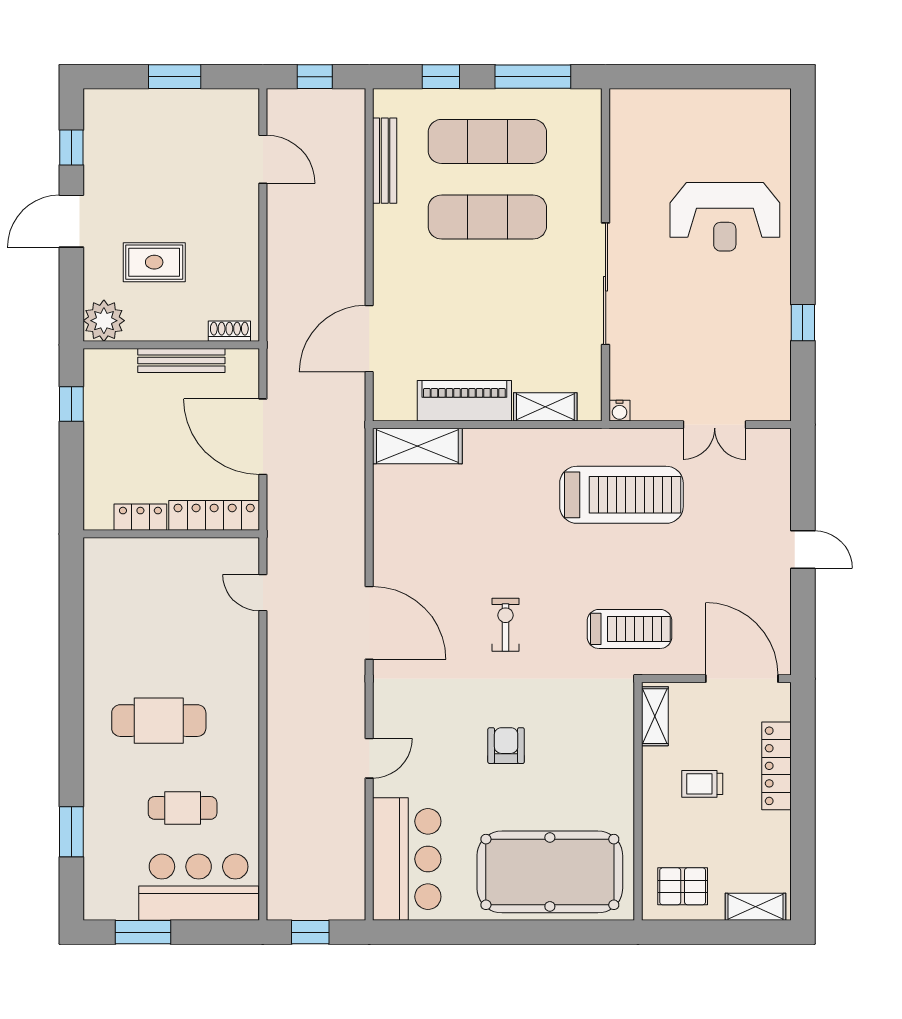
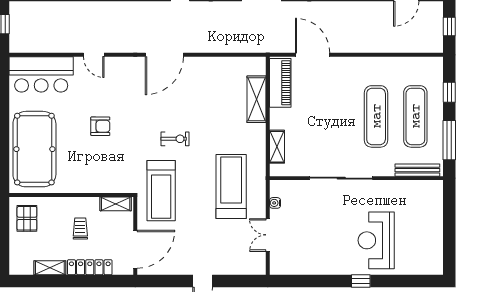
bench: (385, 161) -> (417, 170), moved
window: (803, 323) -> (361, 281), moved
piano: (464, 401) -> (280, 83), moved
water cooler: (620, 411) -> (275, 203), moved
shelving: (417, 446) -> (257, 99), moved
treadmill: (621, 495) -> (231, 186), turned 180
exercise bike: (506, 625) -> (175, 139), moved
treadmill: (629, 629) -> (161, 191), width x1.37, depth x1.38
shelving: (756, 907) -> (50, 268), moved, turned 90

